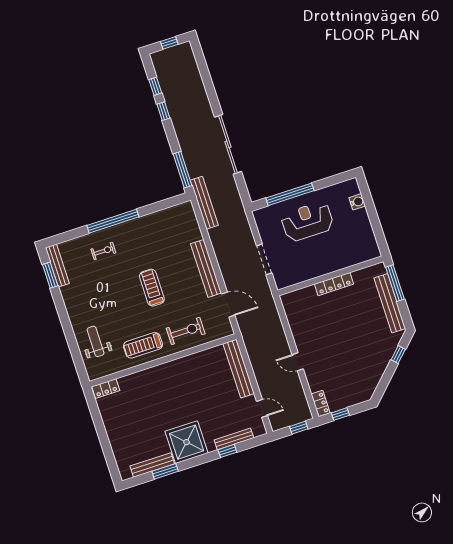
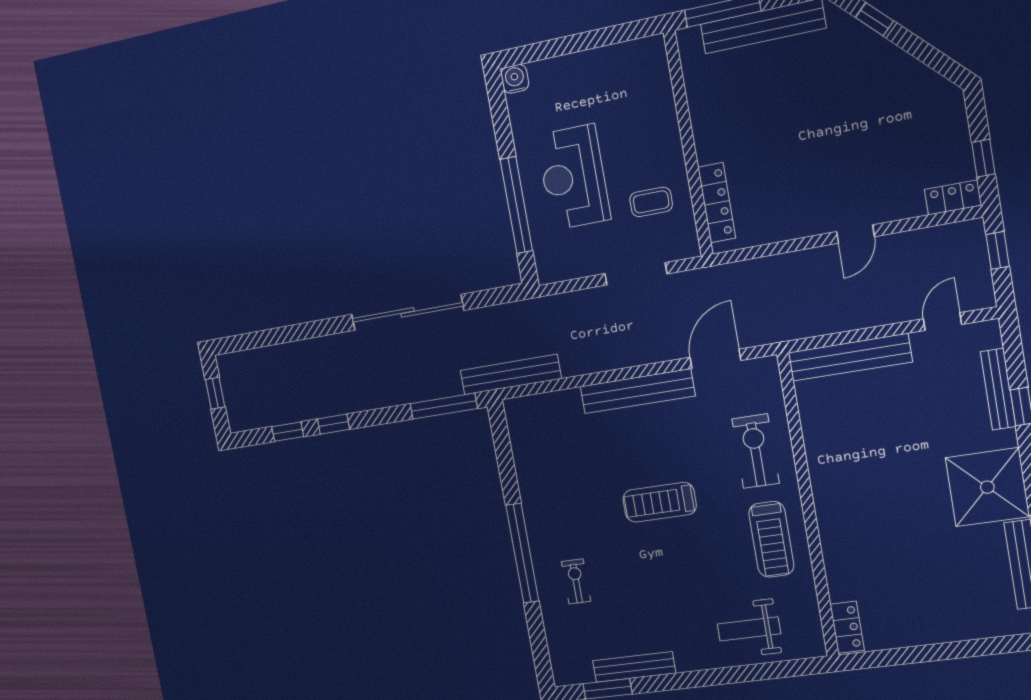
water cooler: (357, 202) -> (515, 79), moved
coffee table: (300, 262) -> (651, 202), added
bench: (57, 265) -> (634, 667), moved
locker: (334, 284) -> (717, 203), moved

